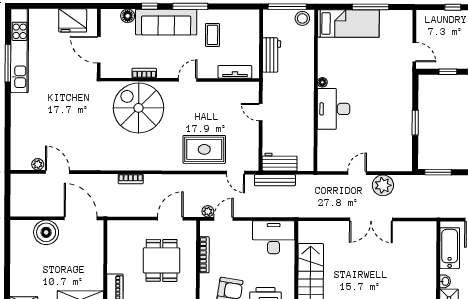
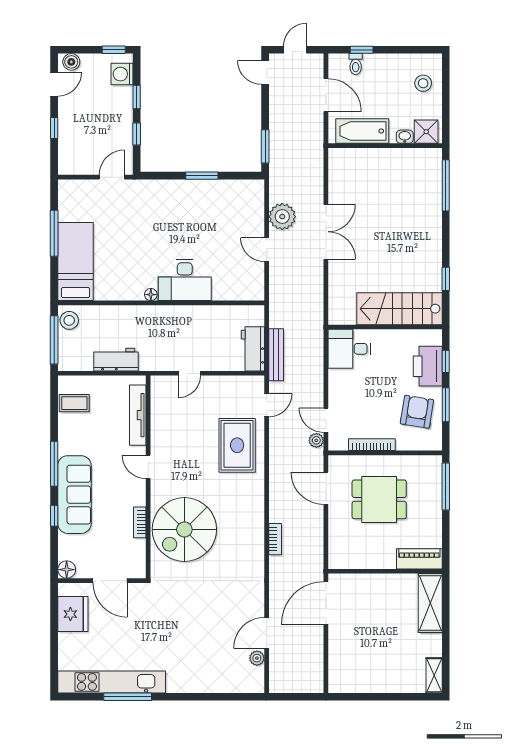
floor lamp: (128, 16) -> (67, 570), moved
coffee table: (212, 35) -> (74, 403), moved
door: (99, 50) -> (110, 581), hinge flipped
tv unit: (235, 72) -> (138, 415), width x1.41
boiler: (46, 232) -> (344, 647), removed
desk: (274, 237) -> (349, 349), width x0.73

